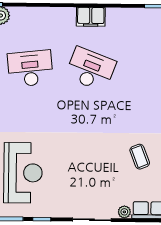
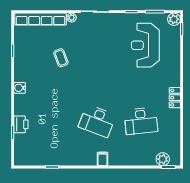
filing cabinet: (91, 17) -> (103, 159), width x0.50

